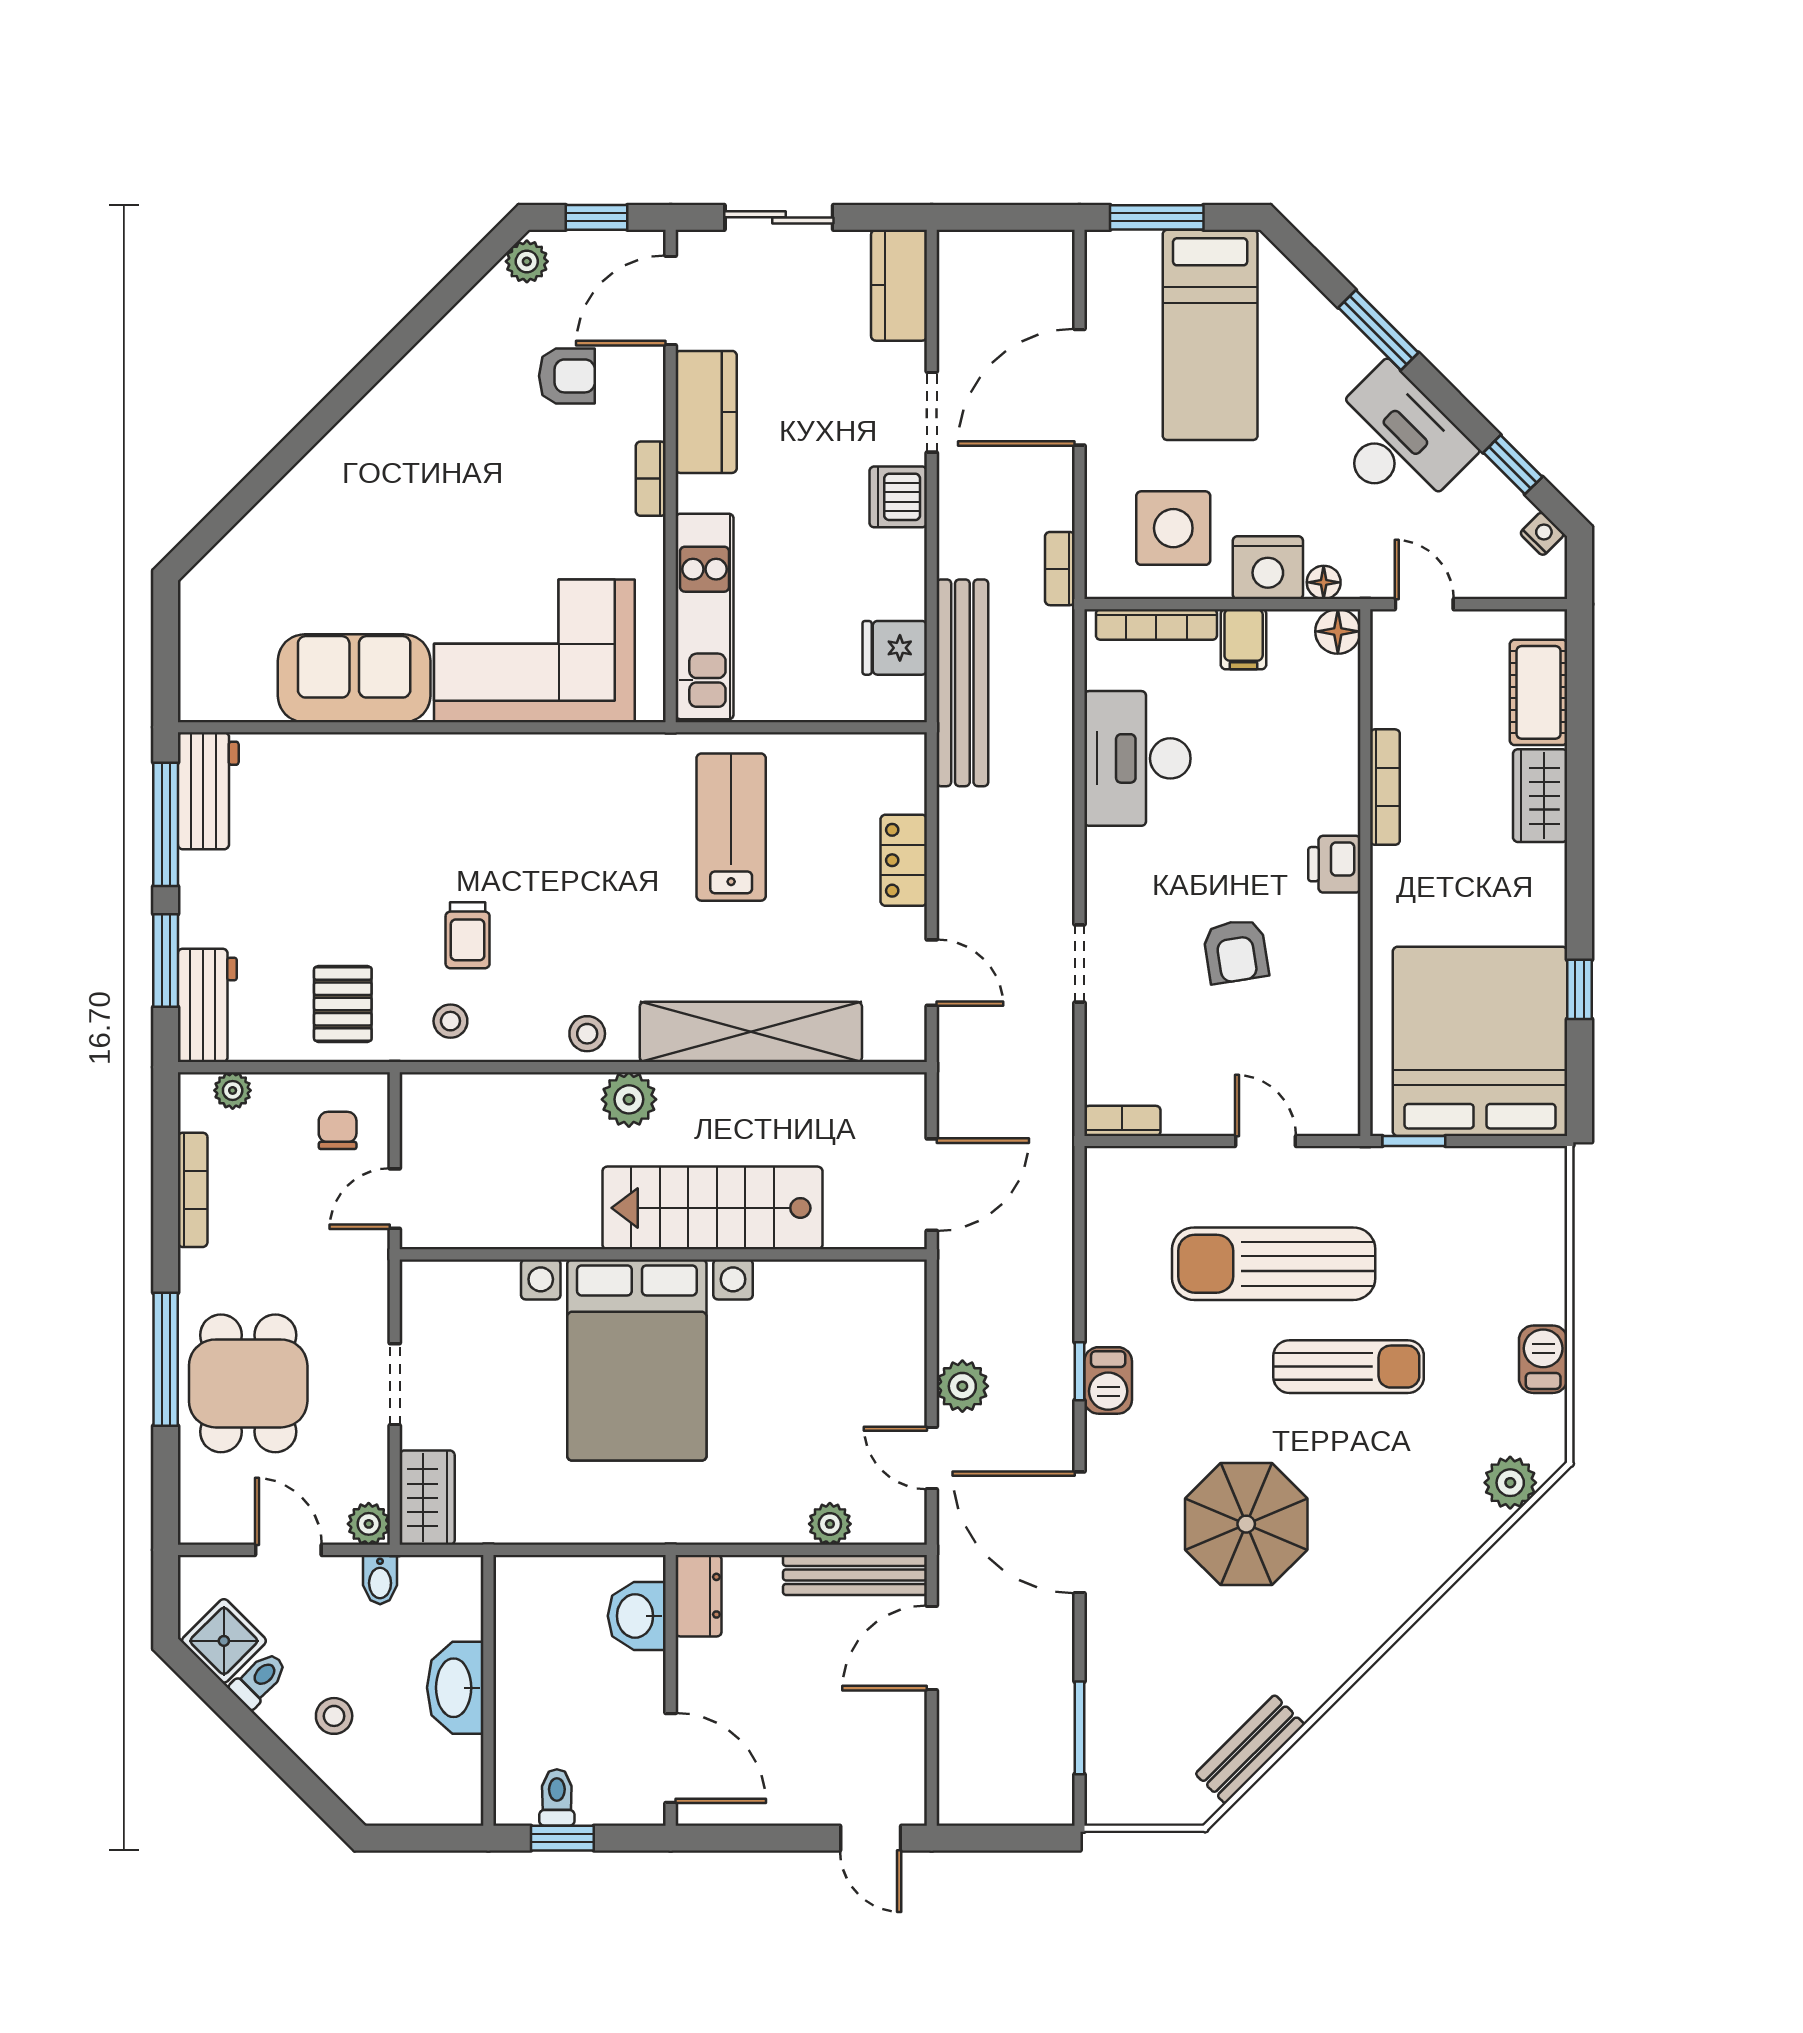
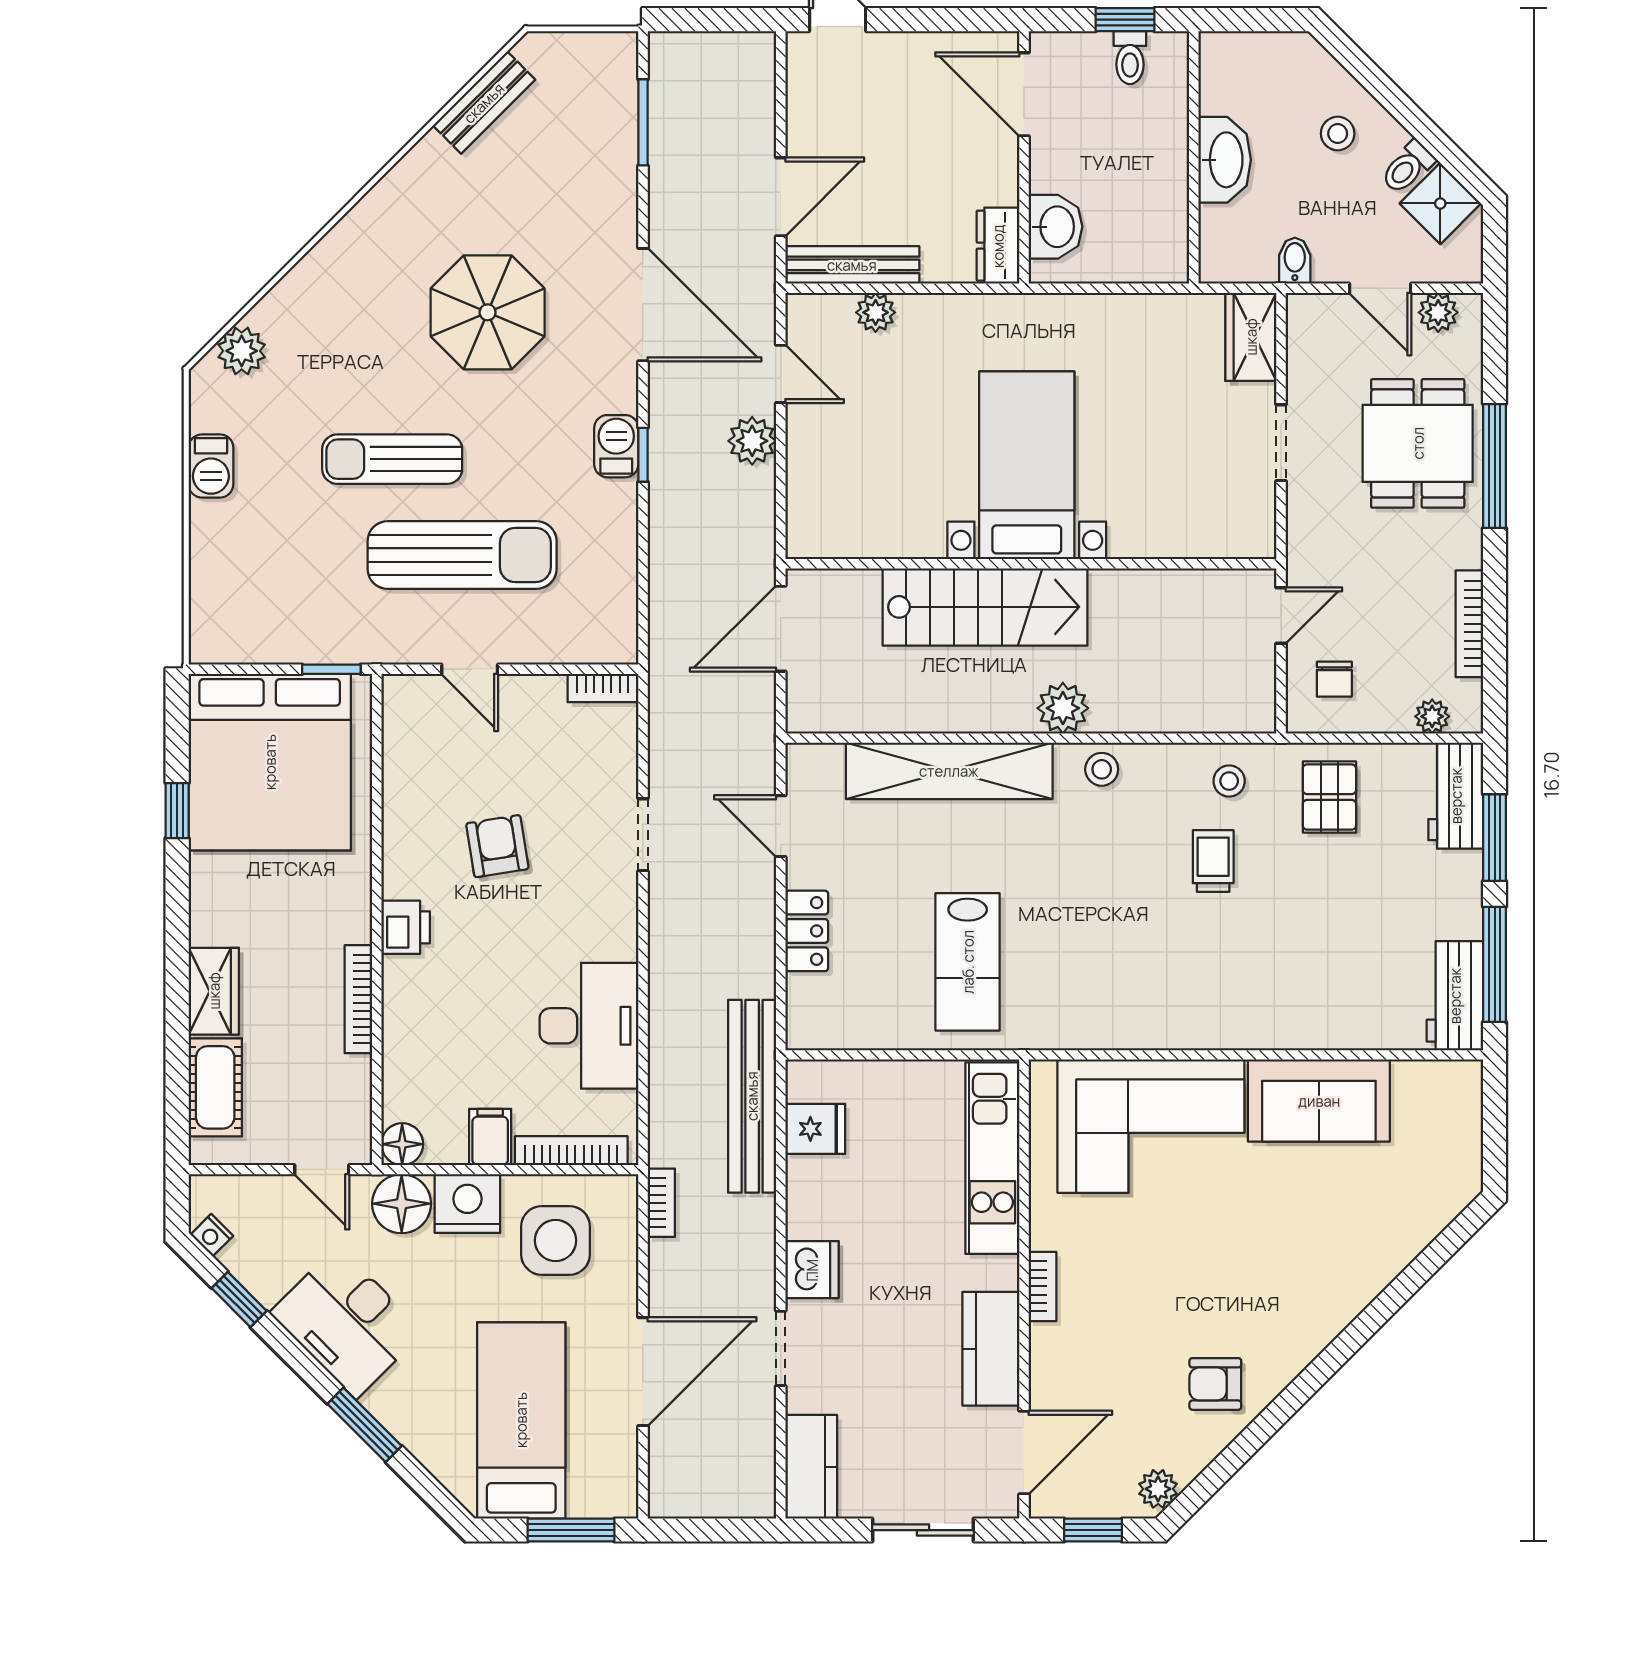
armchair: (567, 376) -> (1215, 1384), moved
floor lamp: (1324, 582) -> (402, 1204), width x1.89, depth x1.89
bed with nightstands: (637, 1360) -> (1027, 465), width x0.73
plant: (369, 1524) -> (1438, 312), moved

